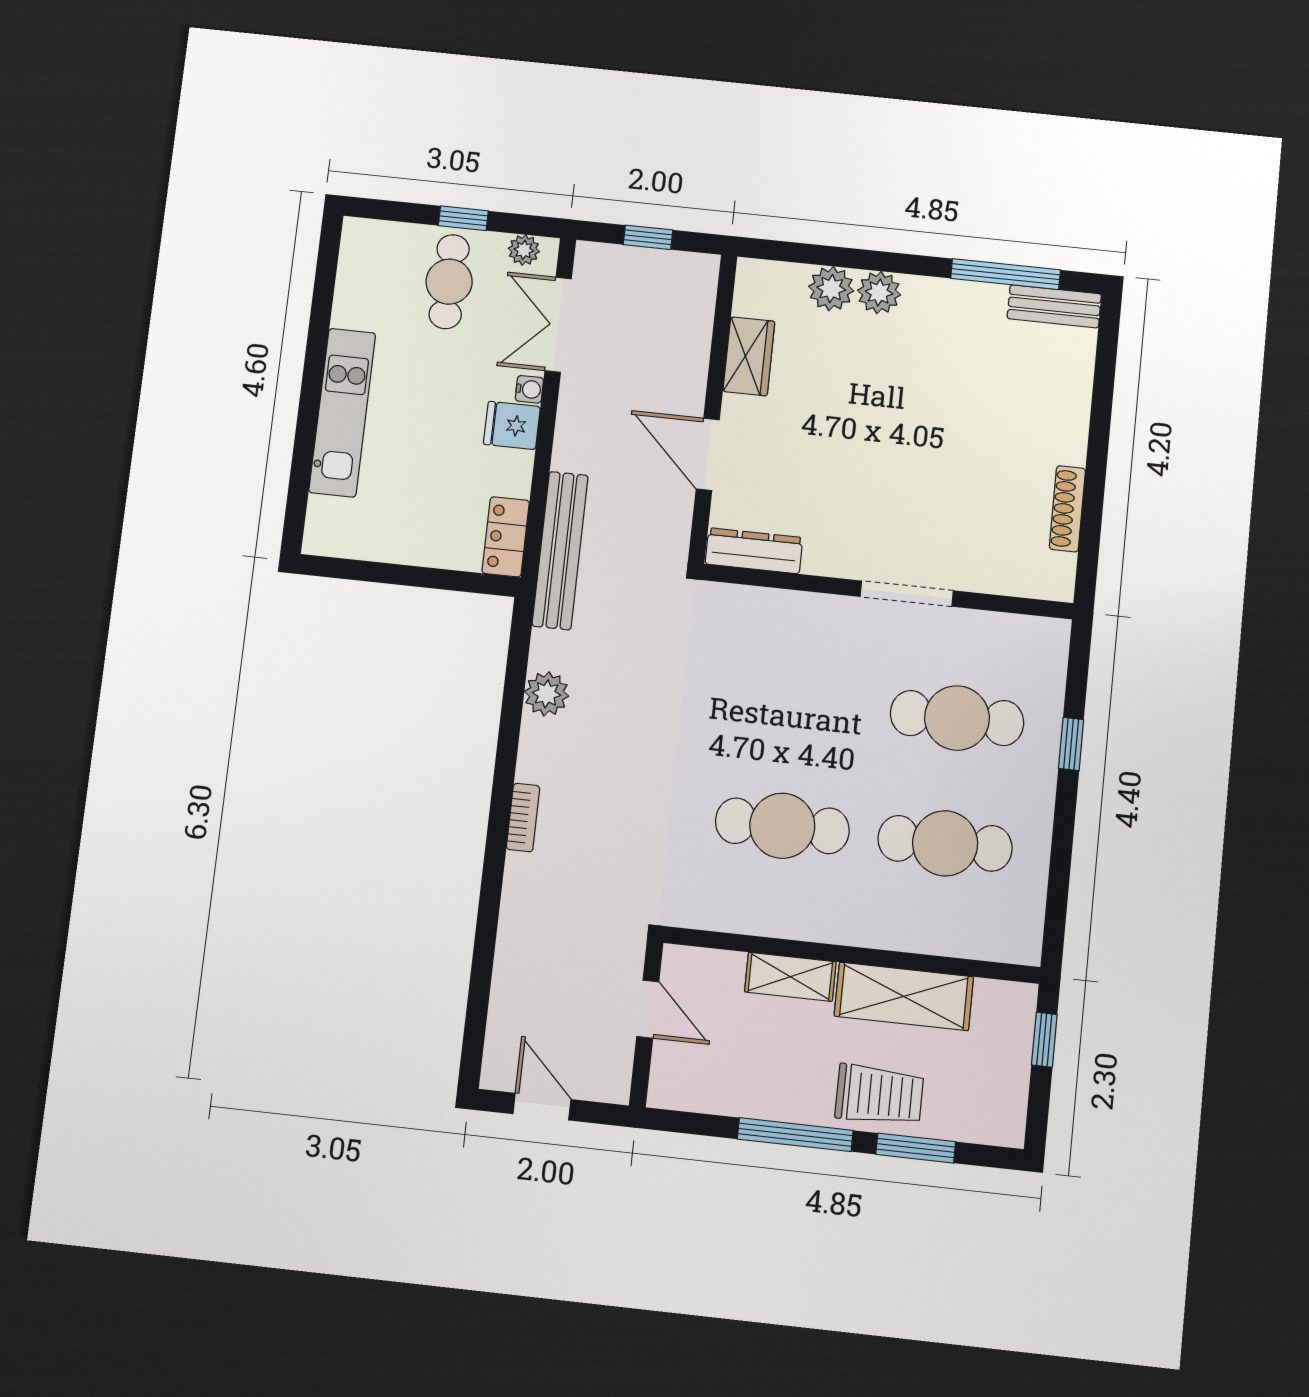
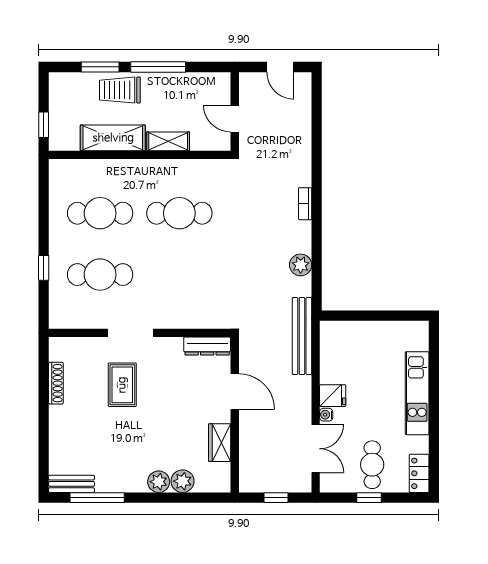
plant: (524, 250) -> (337, 485), removed
rug: (933, 491) -> (122, 385), added
locker: (506, 537) -> (419, 473), moved, turned 180

